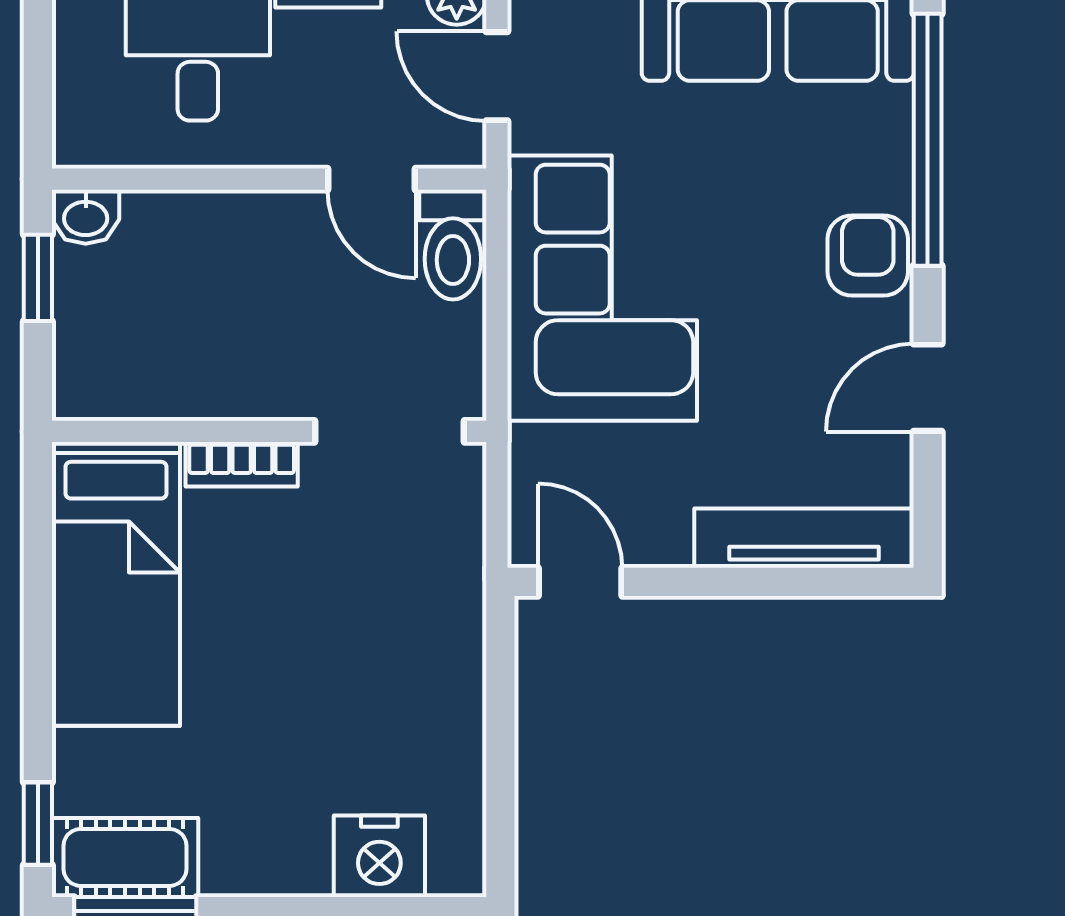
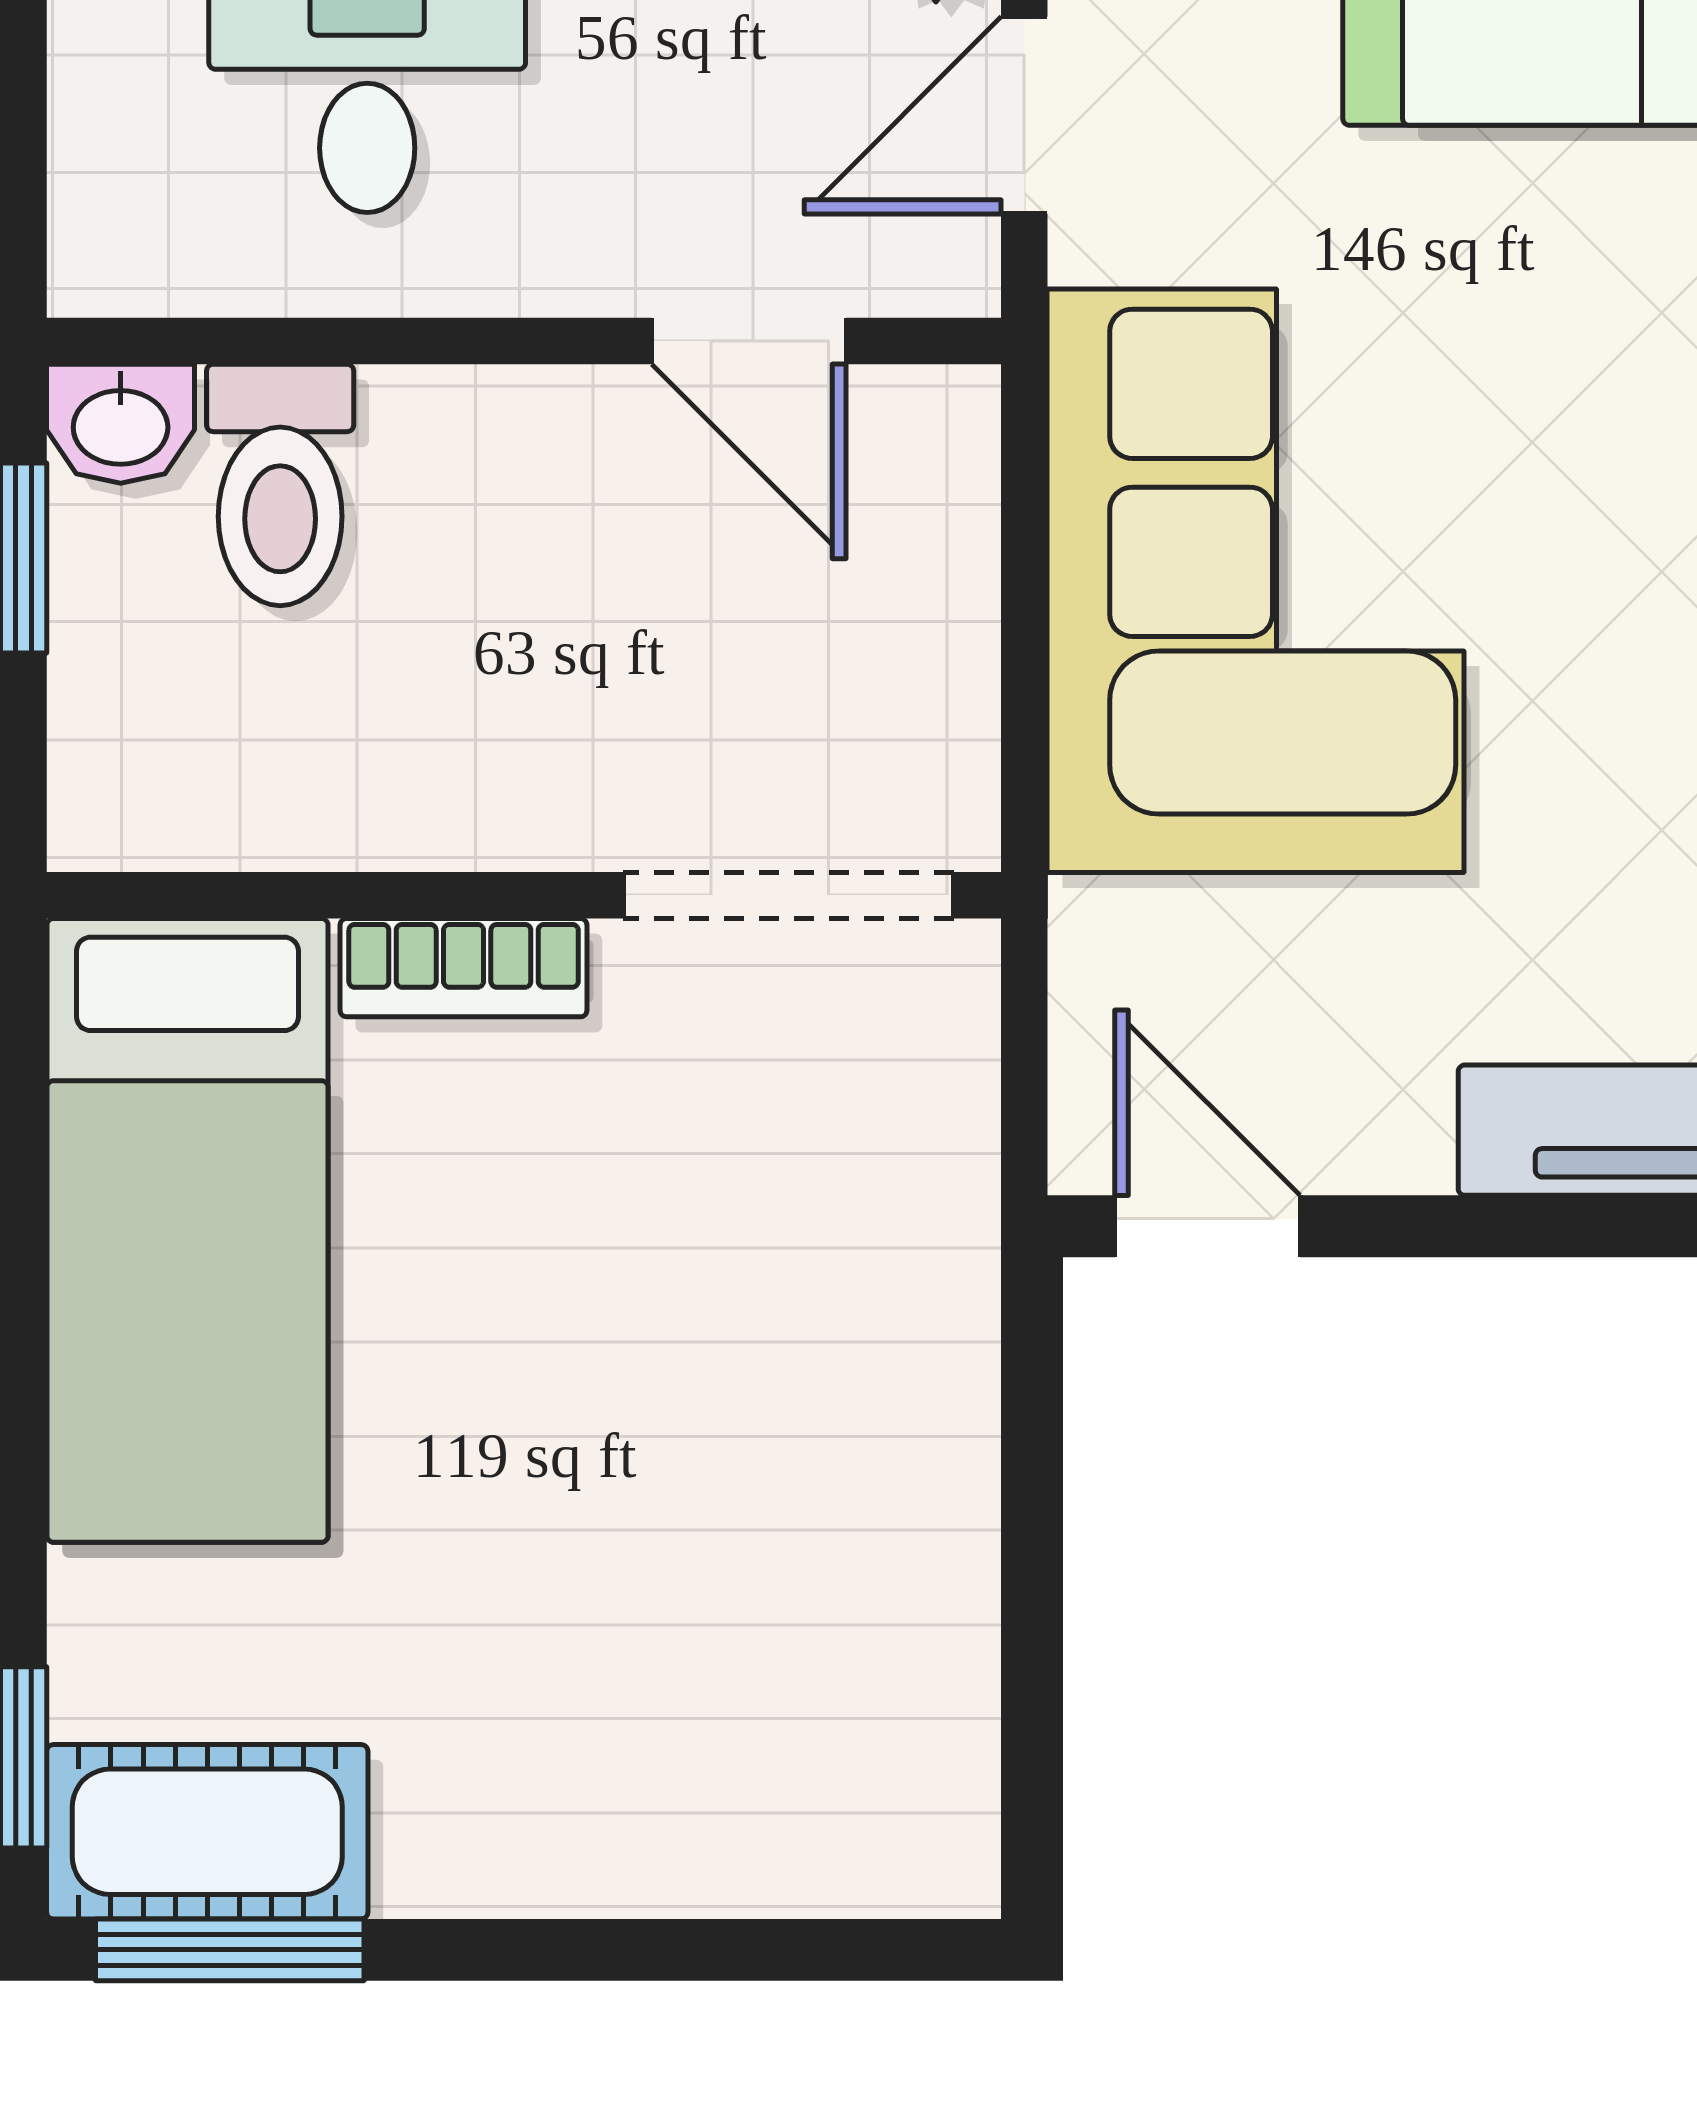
door: (497, 76) -> (1024, 115), hinge flipped
toilet: (453, 245) -> (280, 485), moved
nightstand: (379, 856) -> (766, 1829), removed

